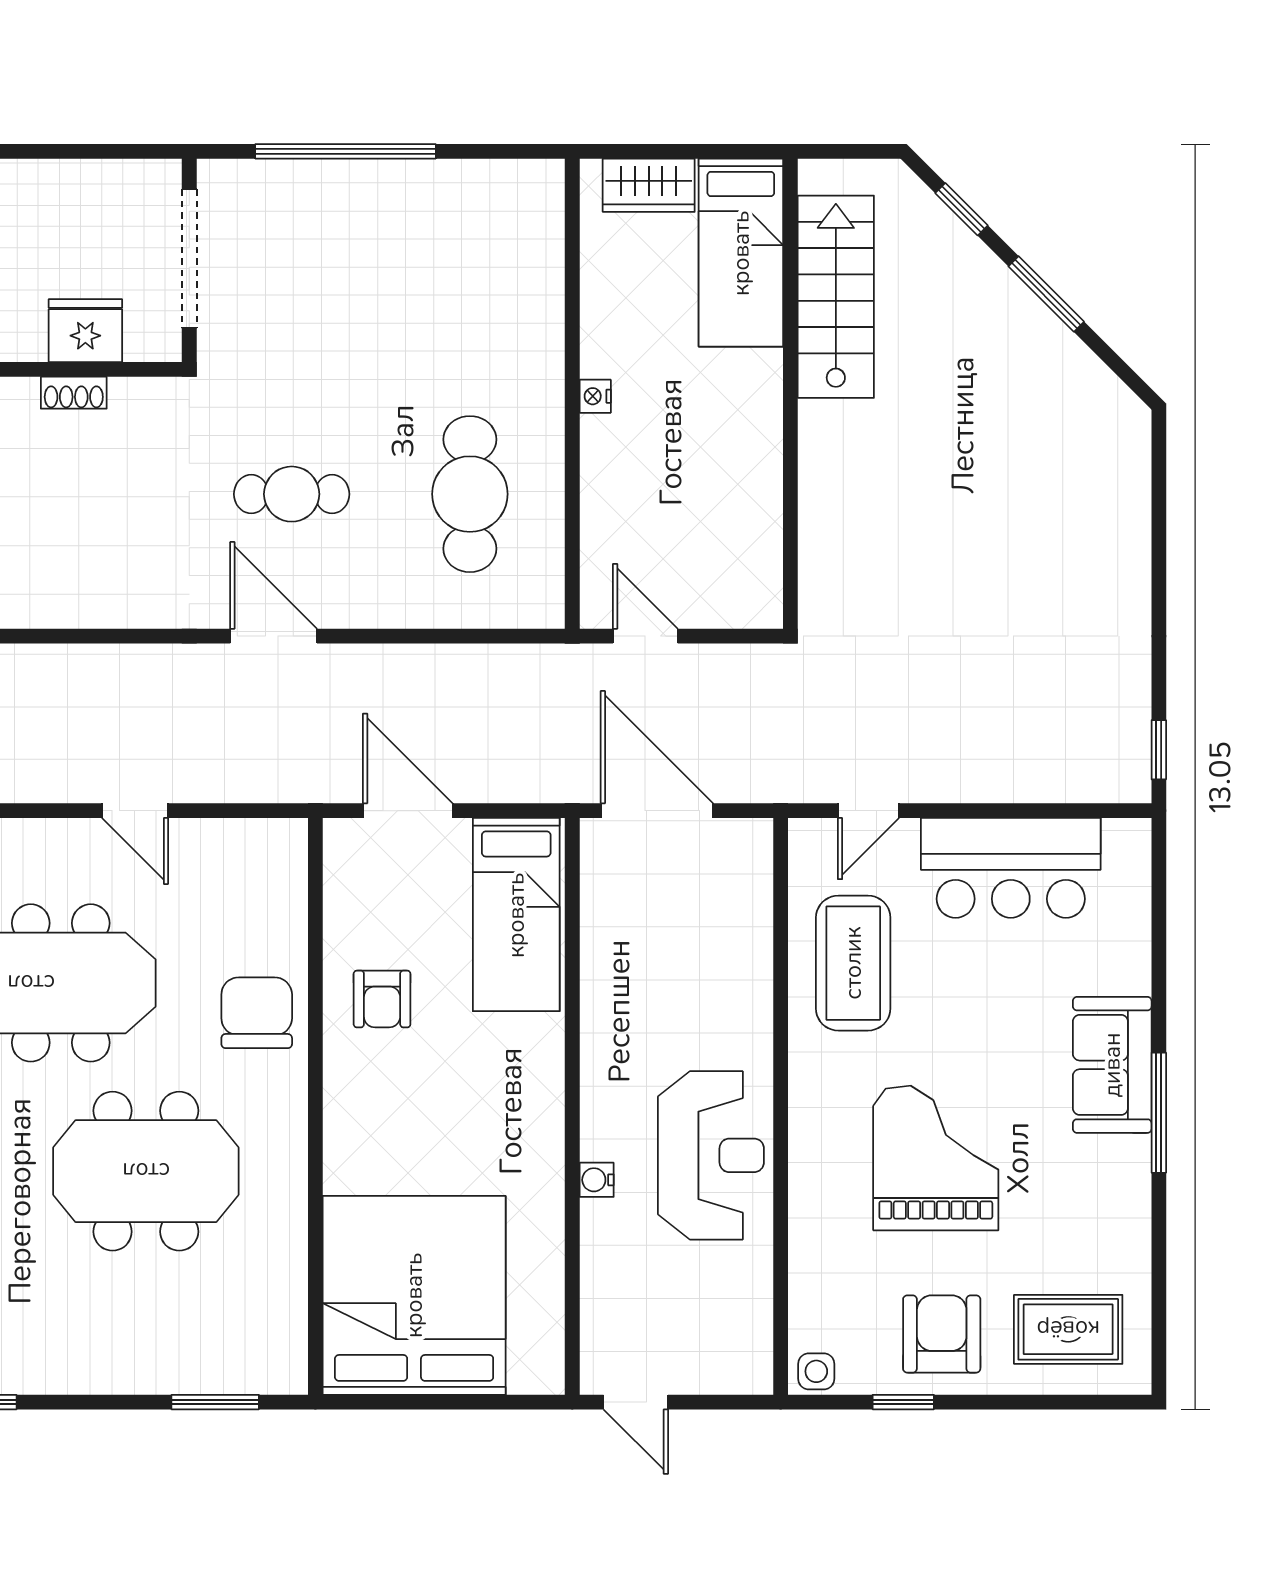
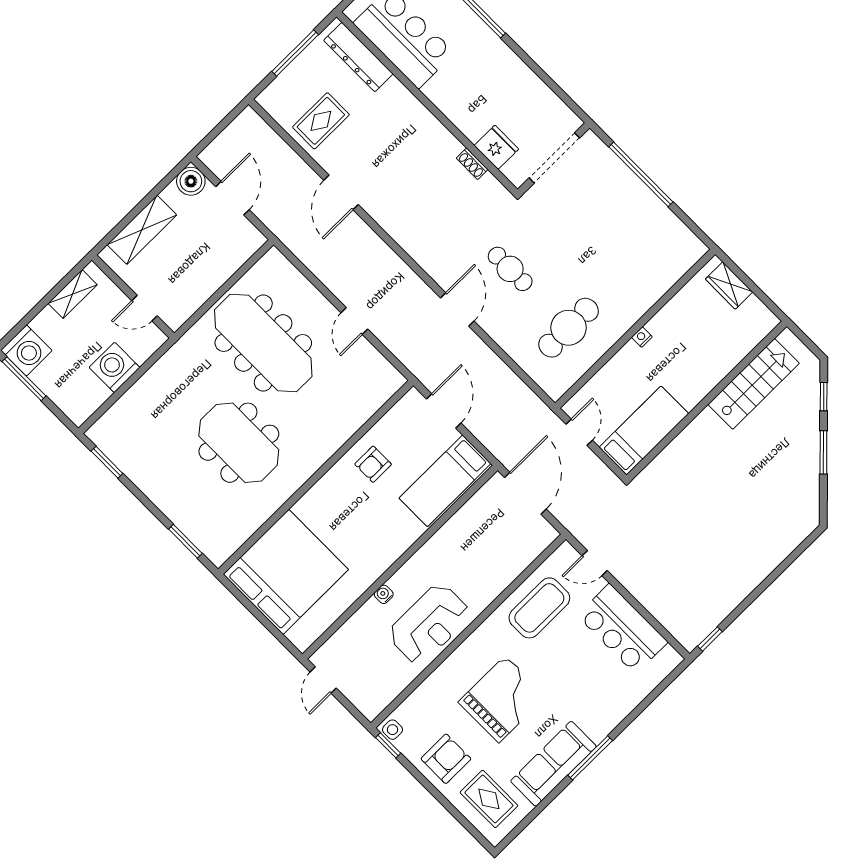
bed: (741, 253) -> (644, 431), moved, turned 180
chair: (257, 1013) -> (327, 427), removed
sofa: (1112, 1065) -> (553, 764), moved, width x1.36
window: (903, 1402) -> (388, 745), moved

